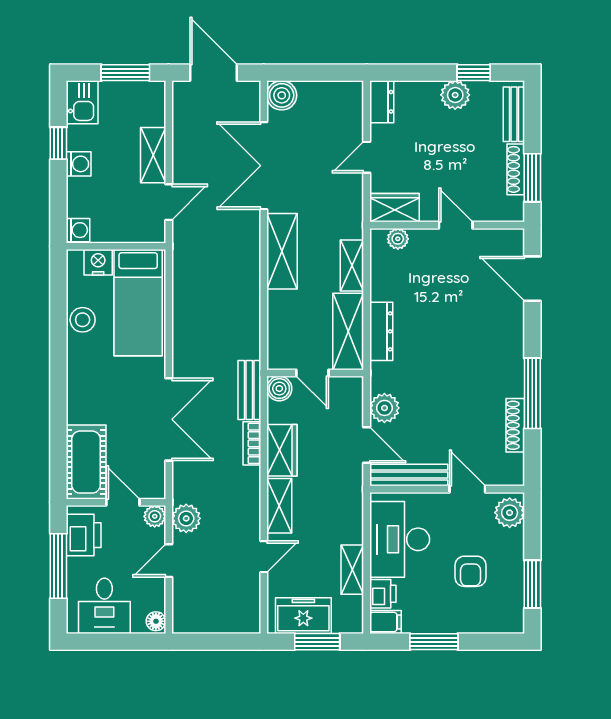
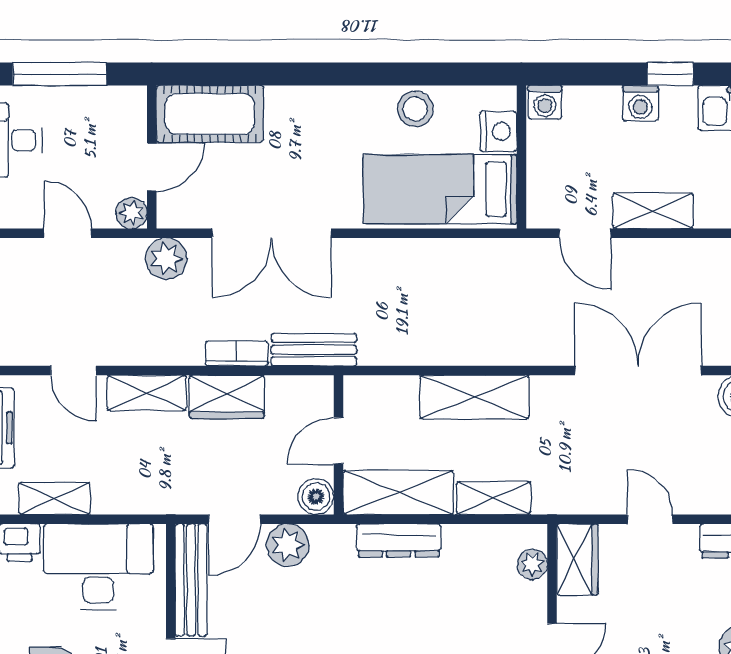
shelving: (282, 251) -> (474, 397), moved
boiler: (279, 389) -> (316, 497), moved
plant: (186, 518) -> (166, 259), moved
printer: (84, 535) -> (104, 110), removed

